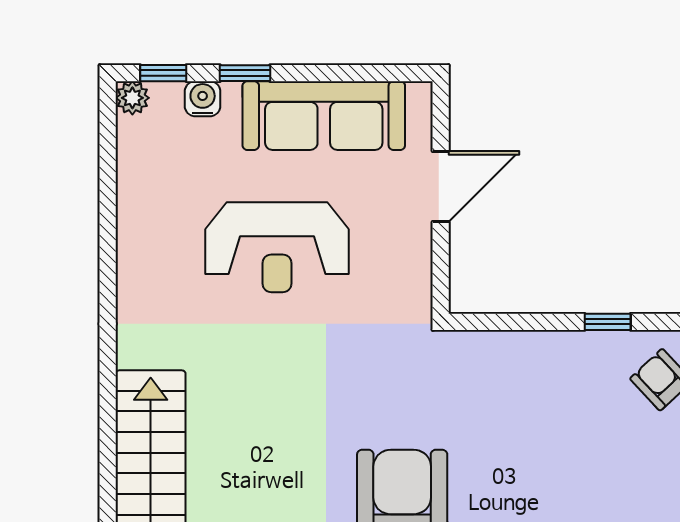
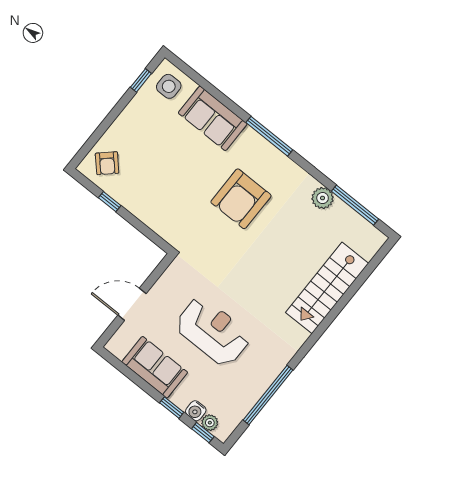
plant: (132, 98) -> (210, 423), moved
sofa: (324, 116) -> (155, 367), width x0.73
window: (108, 217) -> (268, 395), added

